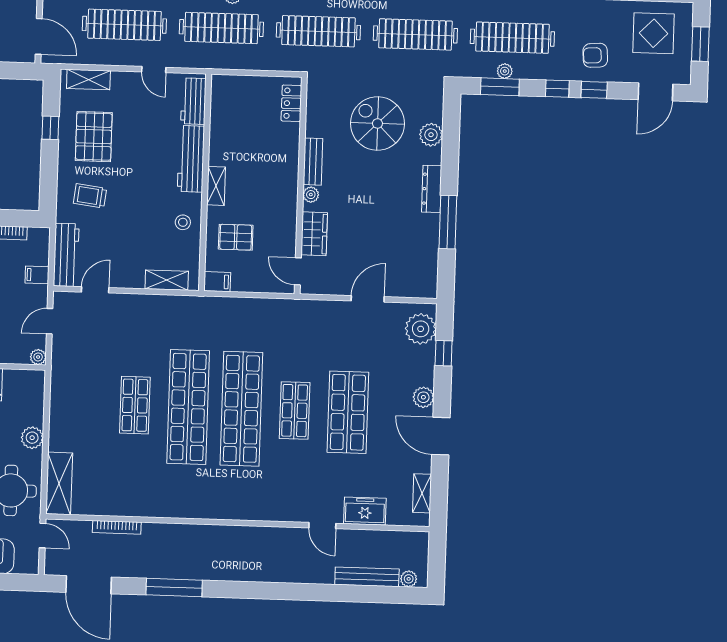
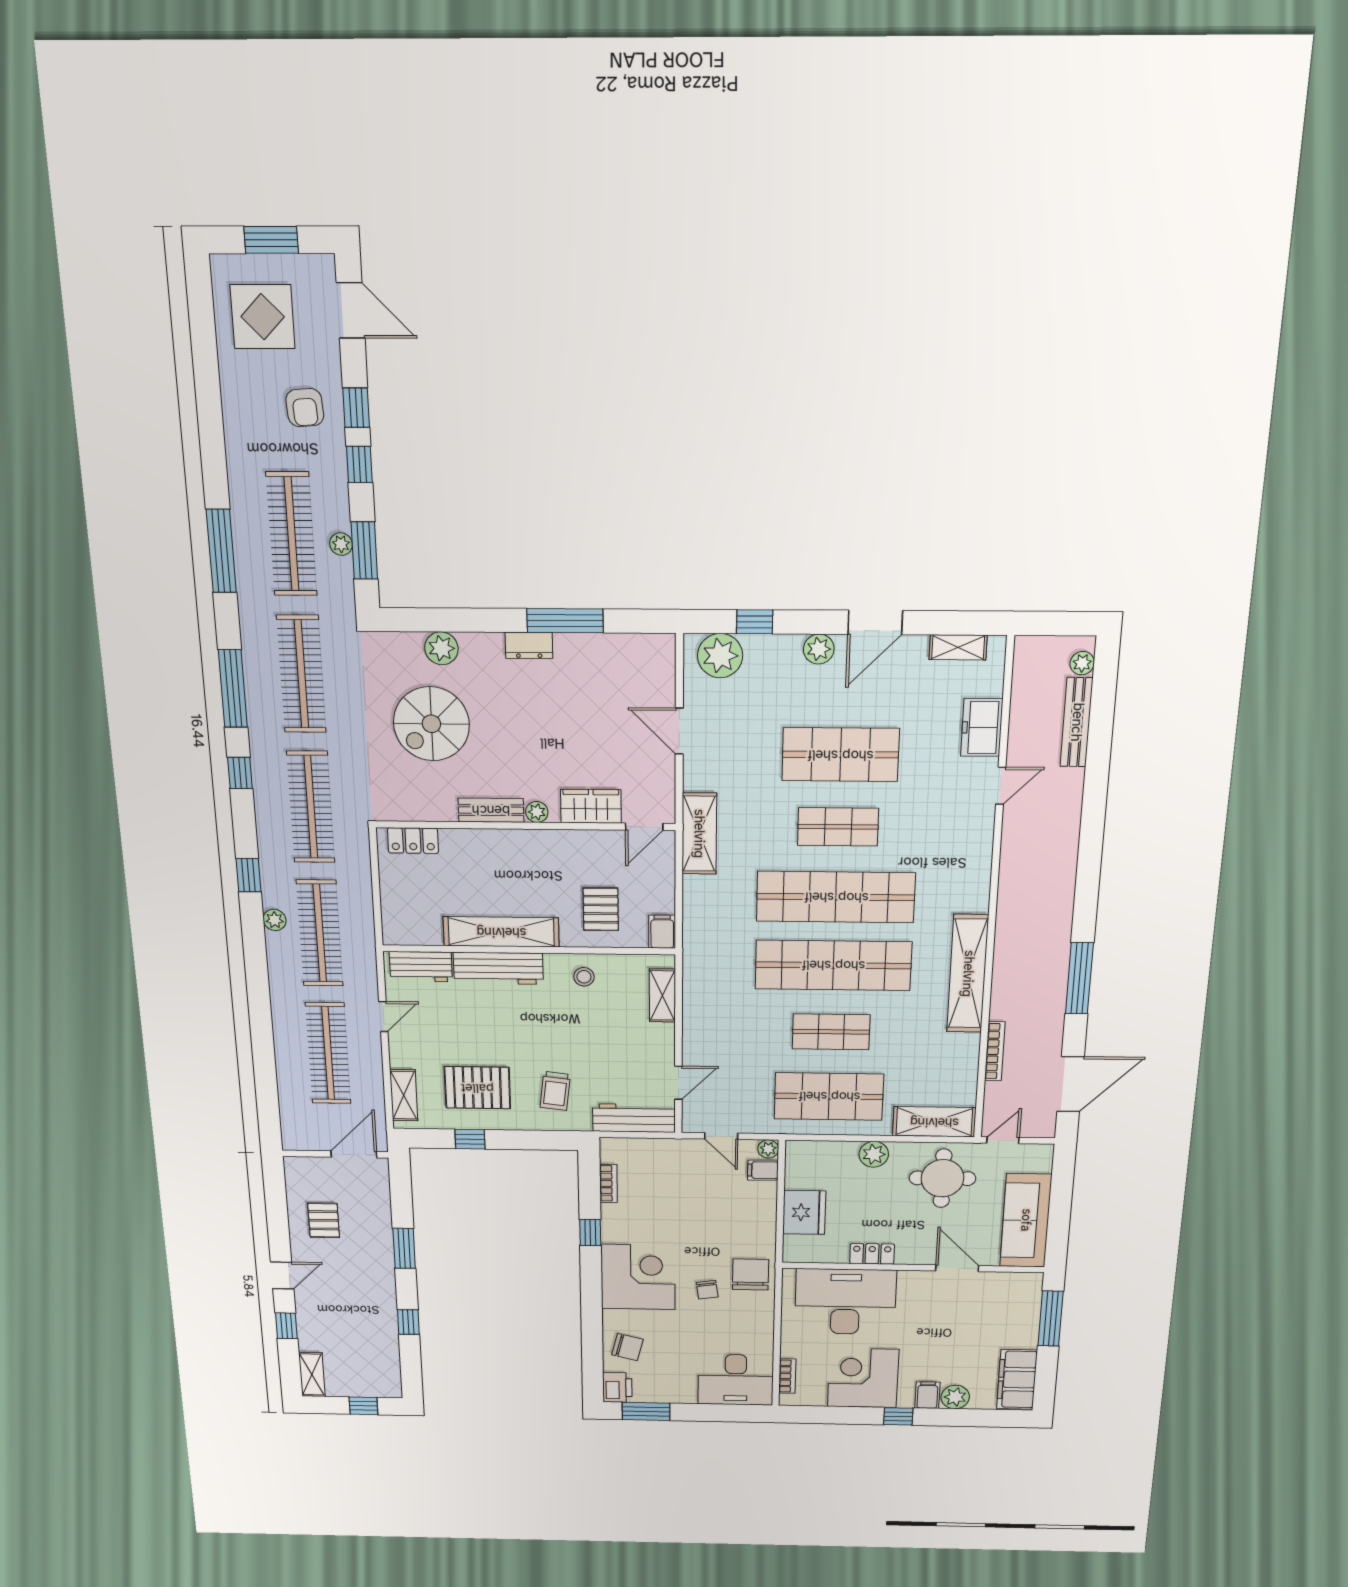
shelving: (216, 186) -> (501, 932), width x2.20, depth x1.33
dresser: (432, 189) -> (529, 645), width x0.70
filing cabinet: (37, 275) -> (763, 1170), moved, turned 90
door: (95, 290) -> (678, 1083), swing flipped
shelving: (292, 311) -> (699, 834), added
shop shelf: (82, 403) -> (829, 1096), added
shelving: (180, 506) -> (968, 974), added

